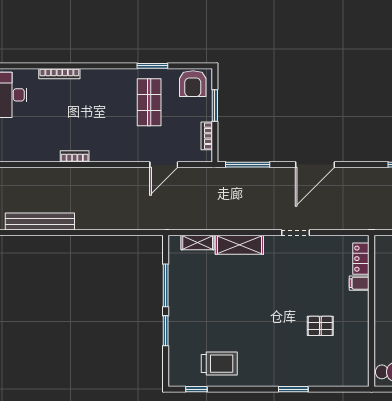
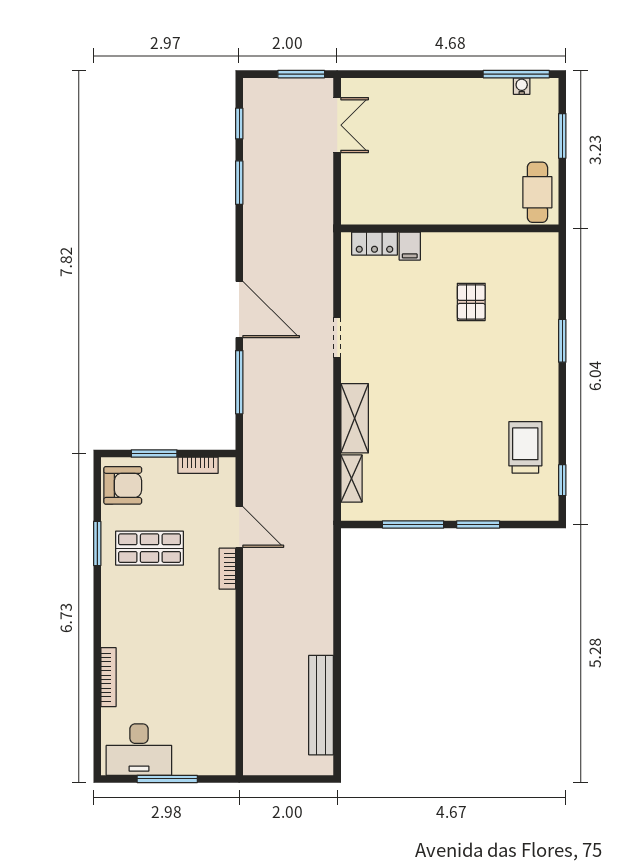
bookcase: (75, 156) -> (227, 569), moved
window: (248, 165) -> (239, 382), moved

